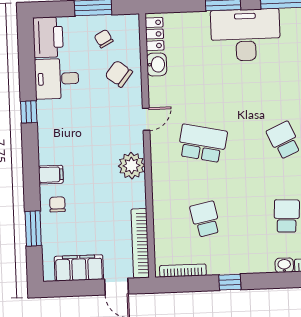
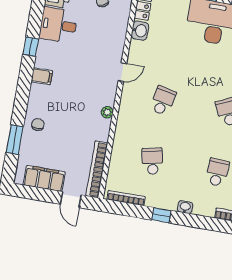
chair: (119, 74) -> (108, 32), removed
school desk: (202, 143) -> (163, 101), width x0.54
plant: (132, 166) -> (107, 112), width x0.53, depth x0.53
filing cabinet: (51, 175) -> (42, 76), moved
washbasin: (284, 265) -> (185, 207), moved

